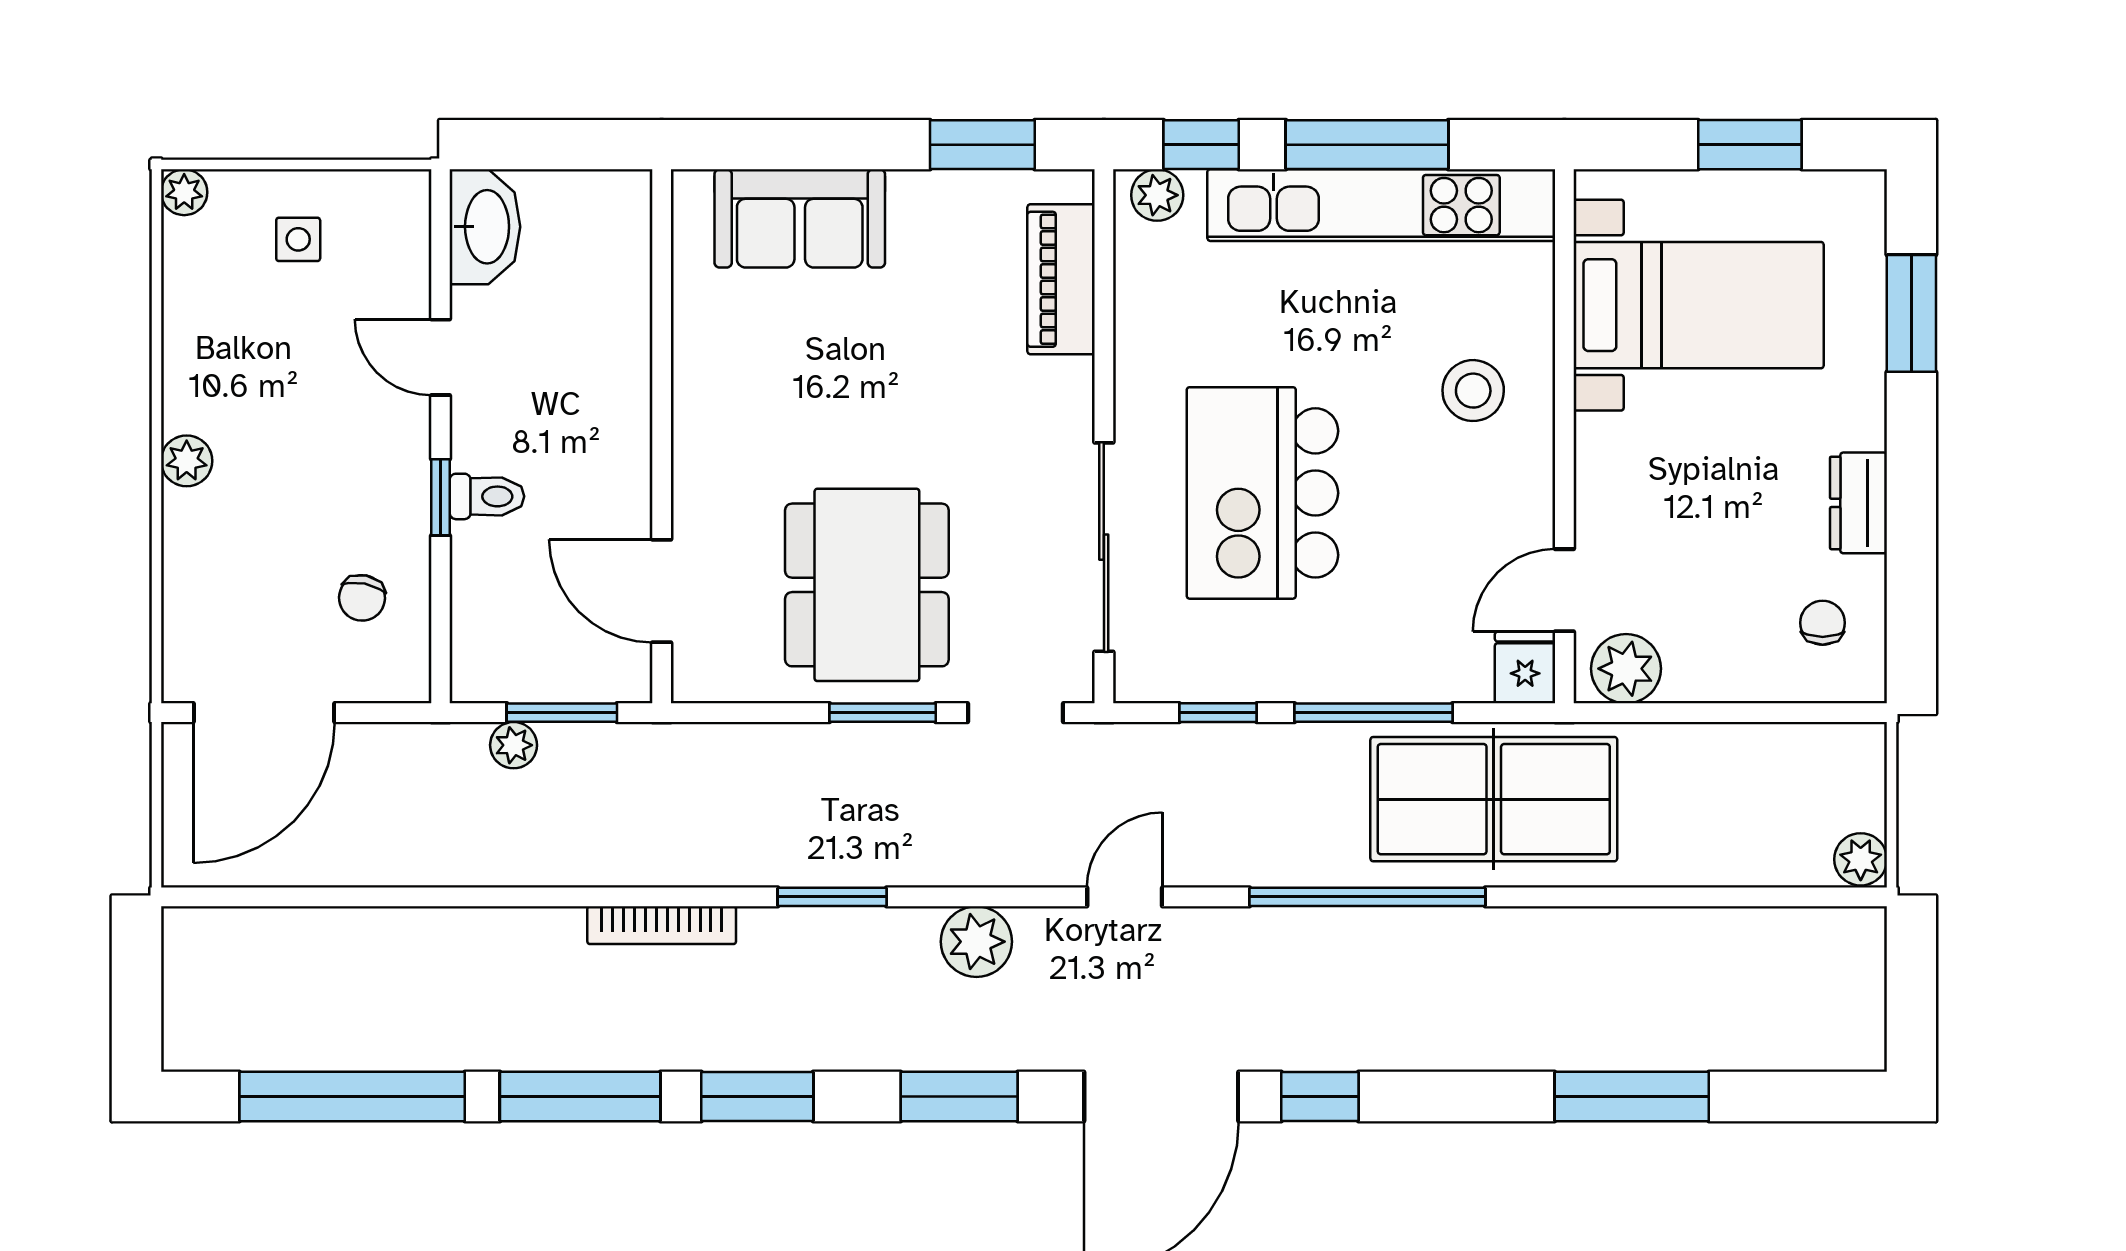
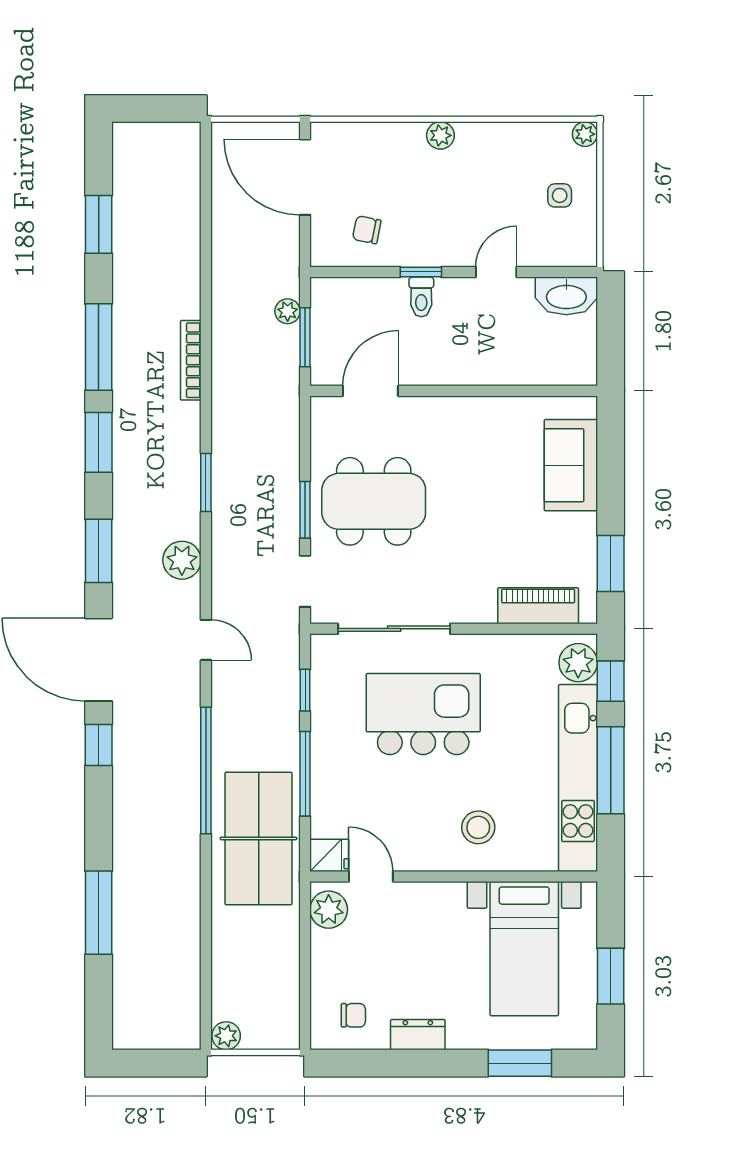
plant: (1157, 195) -> (578, 663), width x1.38, depth x1.38
bookcase: (662, 925) -> (191, 360), moved
window: (352, 1097) -> (99, 224), width x0.47

